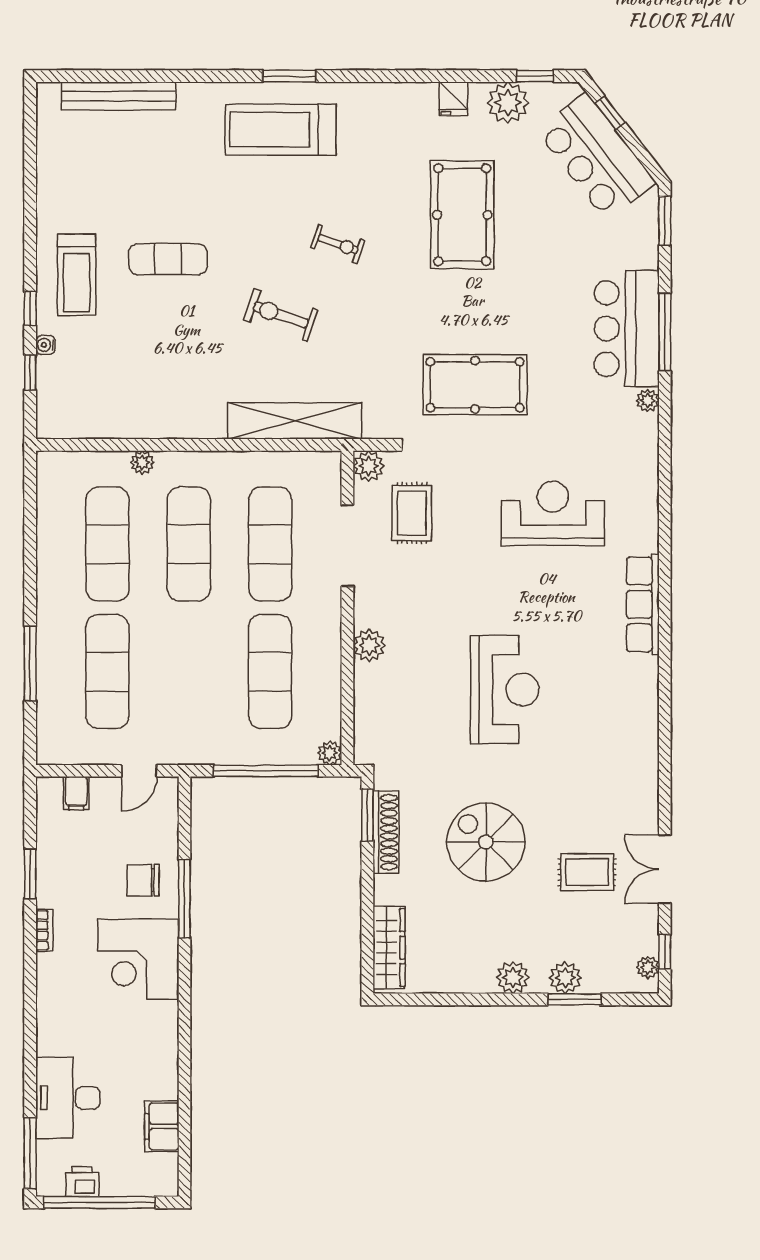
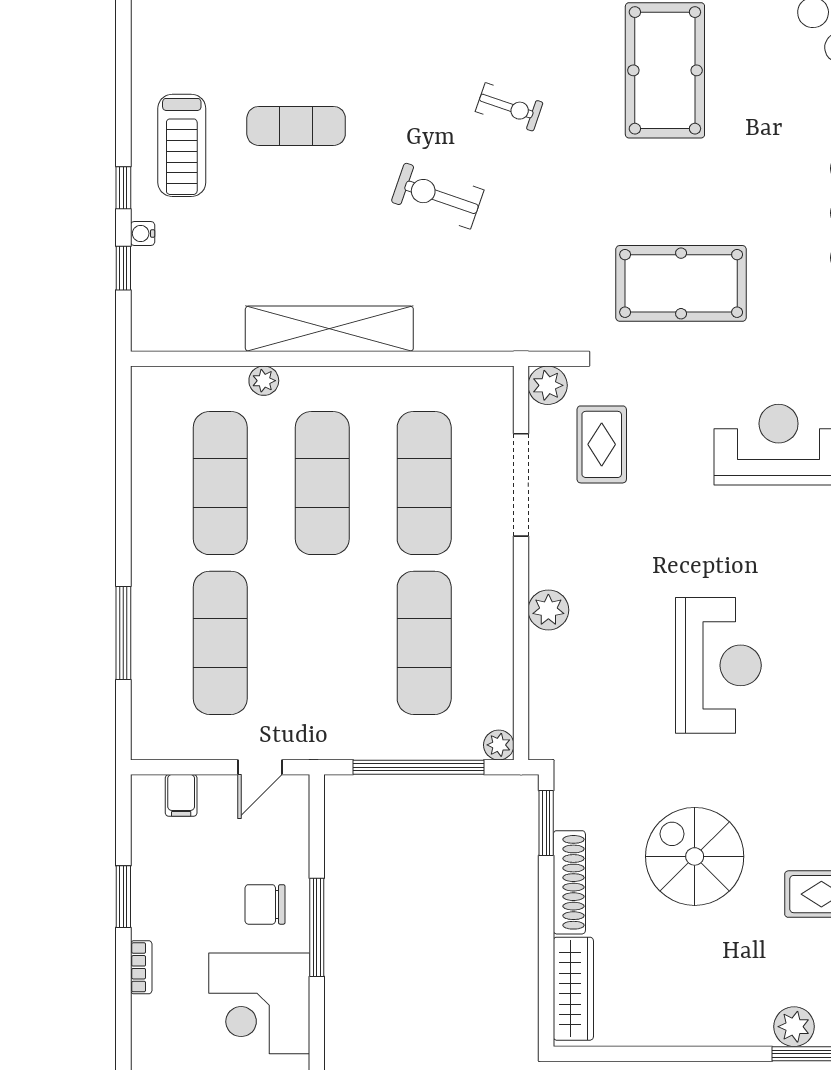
shelving: (295, 421) -> (329, 329), moved
shoe rack: (386, 832) -> (569, 882), moved
plant: (513, 977) -> (728, 1026), removed

